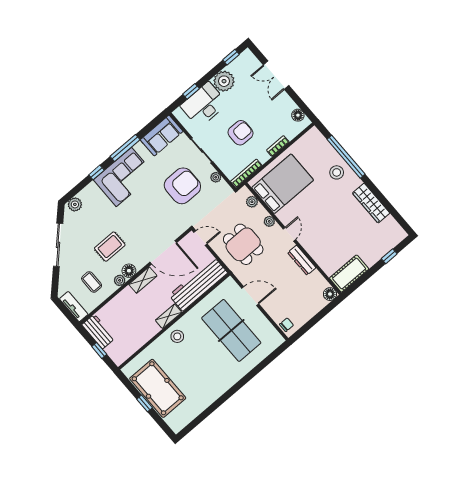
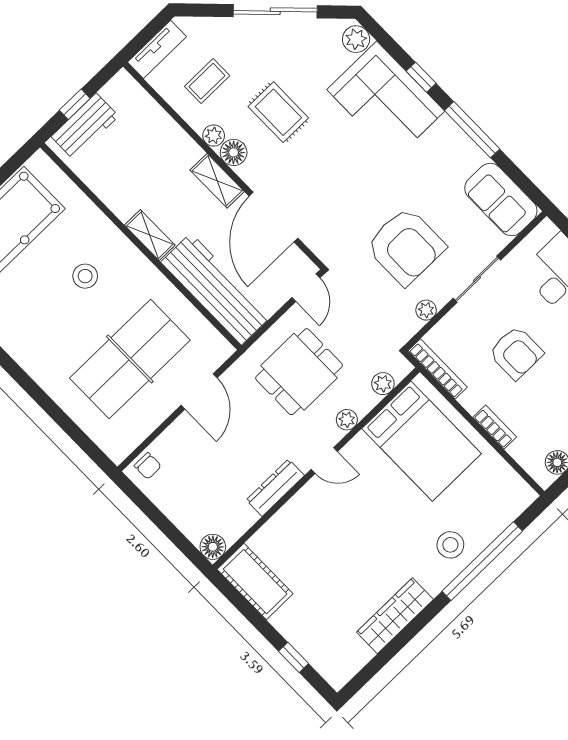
corner sofa: (124, 177) -> (386, 100), moved
workbench: (98, 331) -> (85, 126), moved
stool: (177, 336) -> (85, 276), moved

